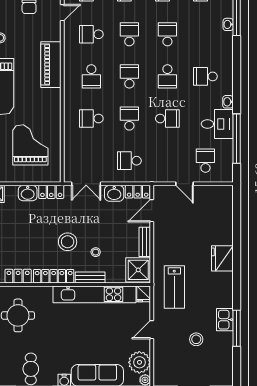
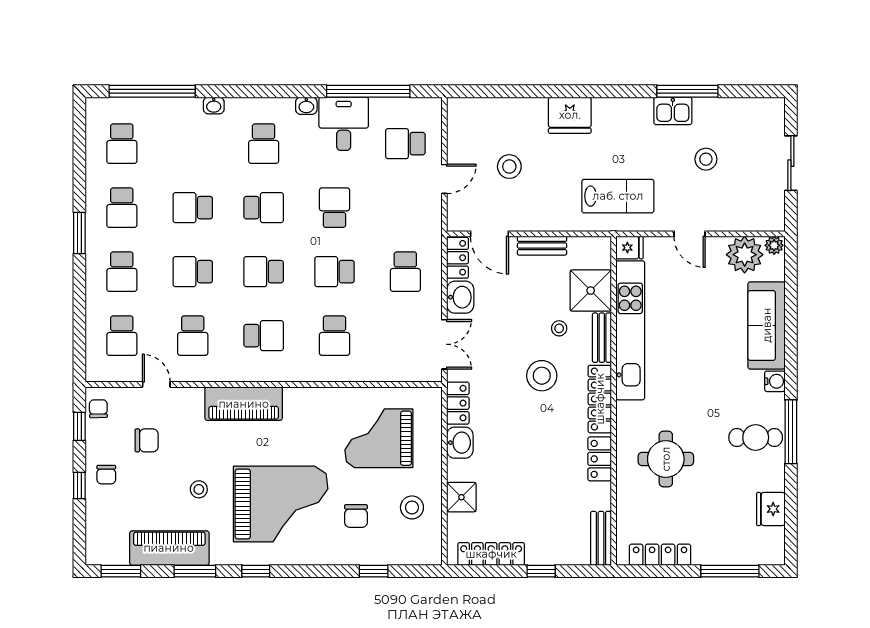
washbasin: (228, 24) -> (214, 106), moved
stool: (192, 222) -> (509, 167), added
shower: (138, 270) -> (591, 291), moved

